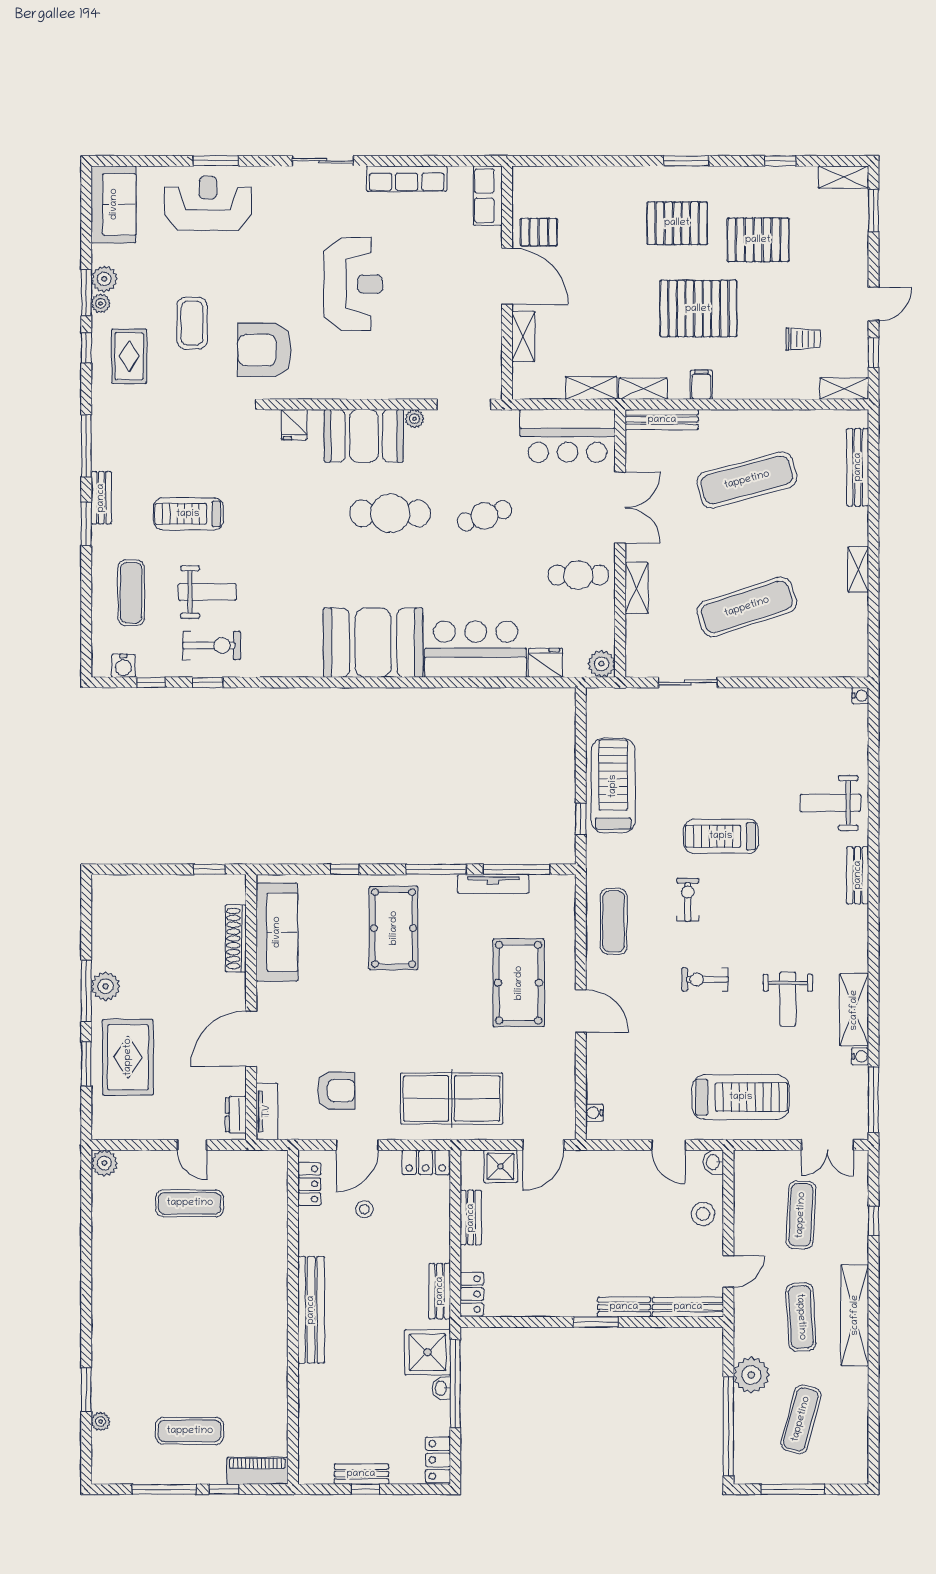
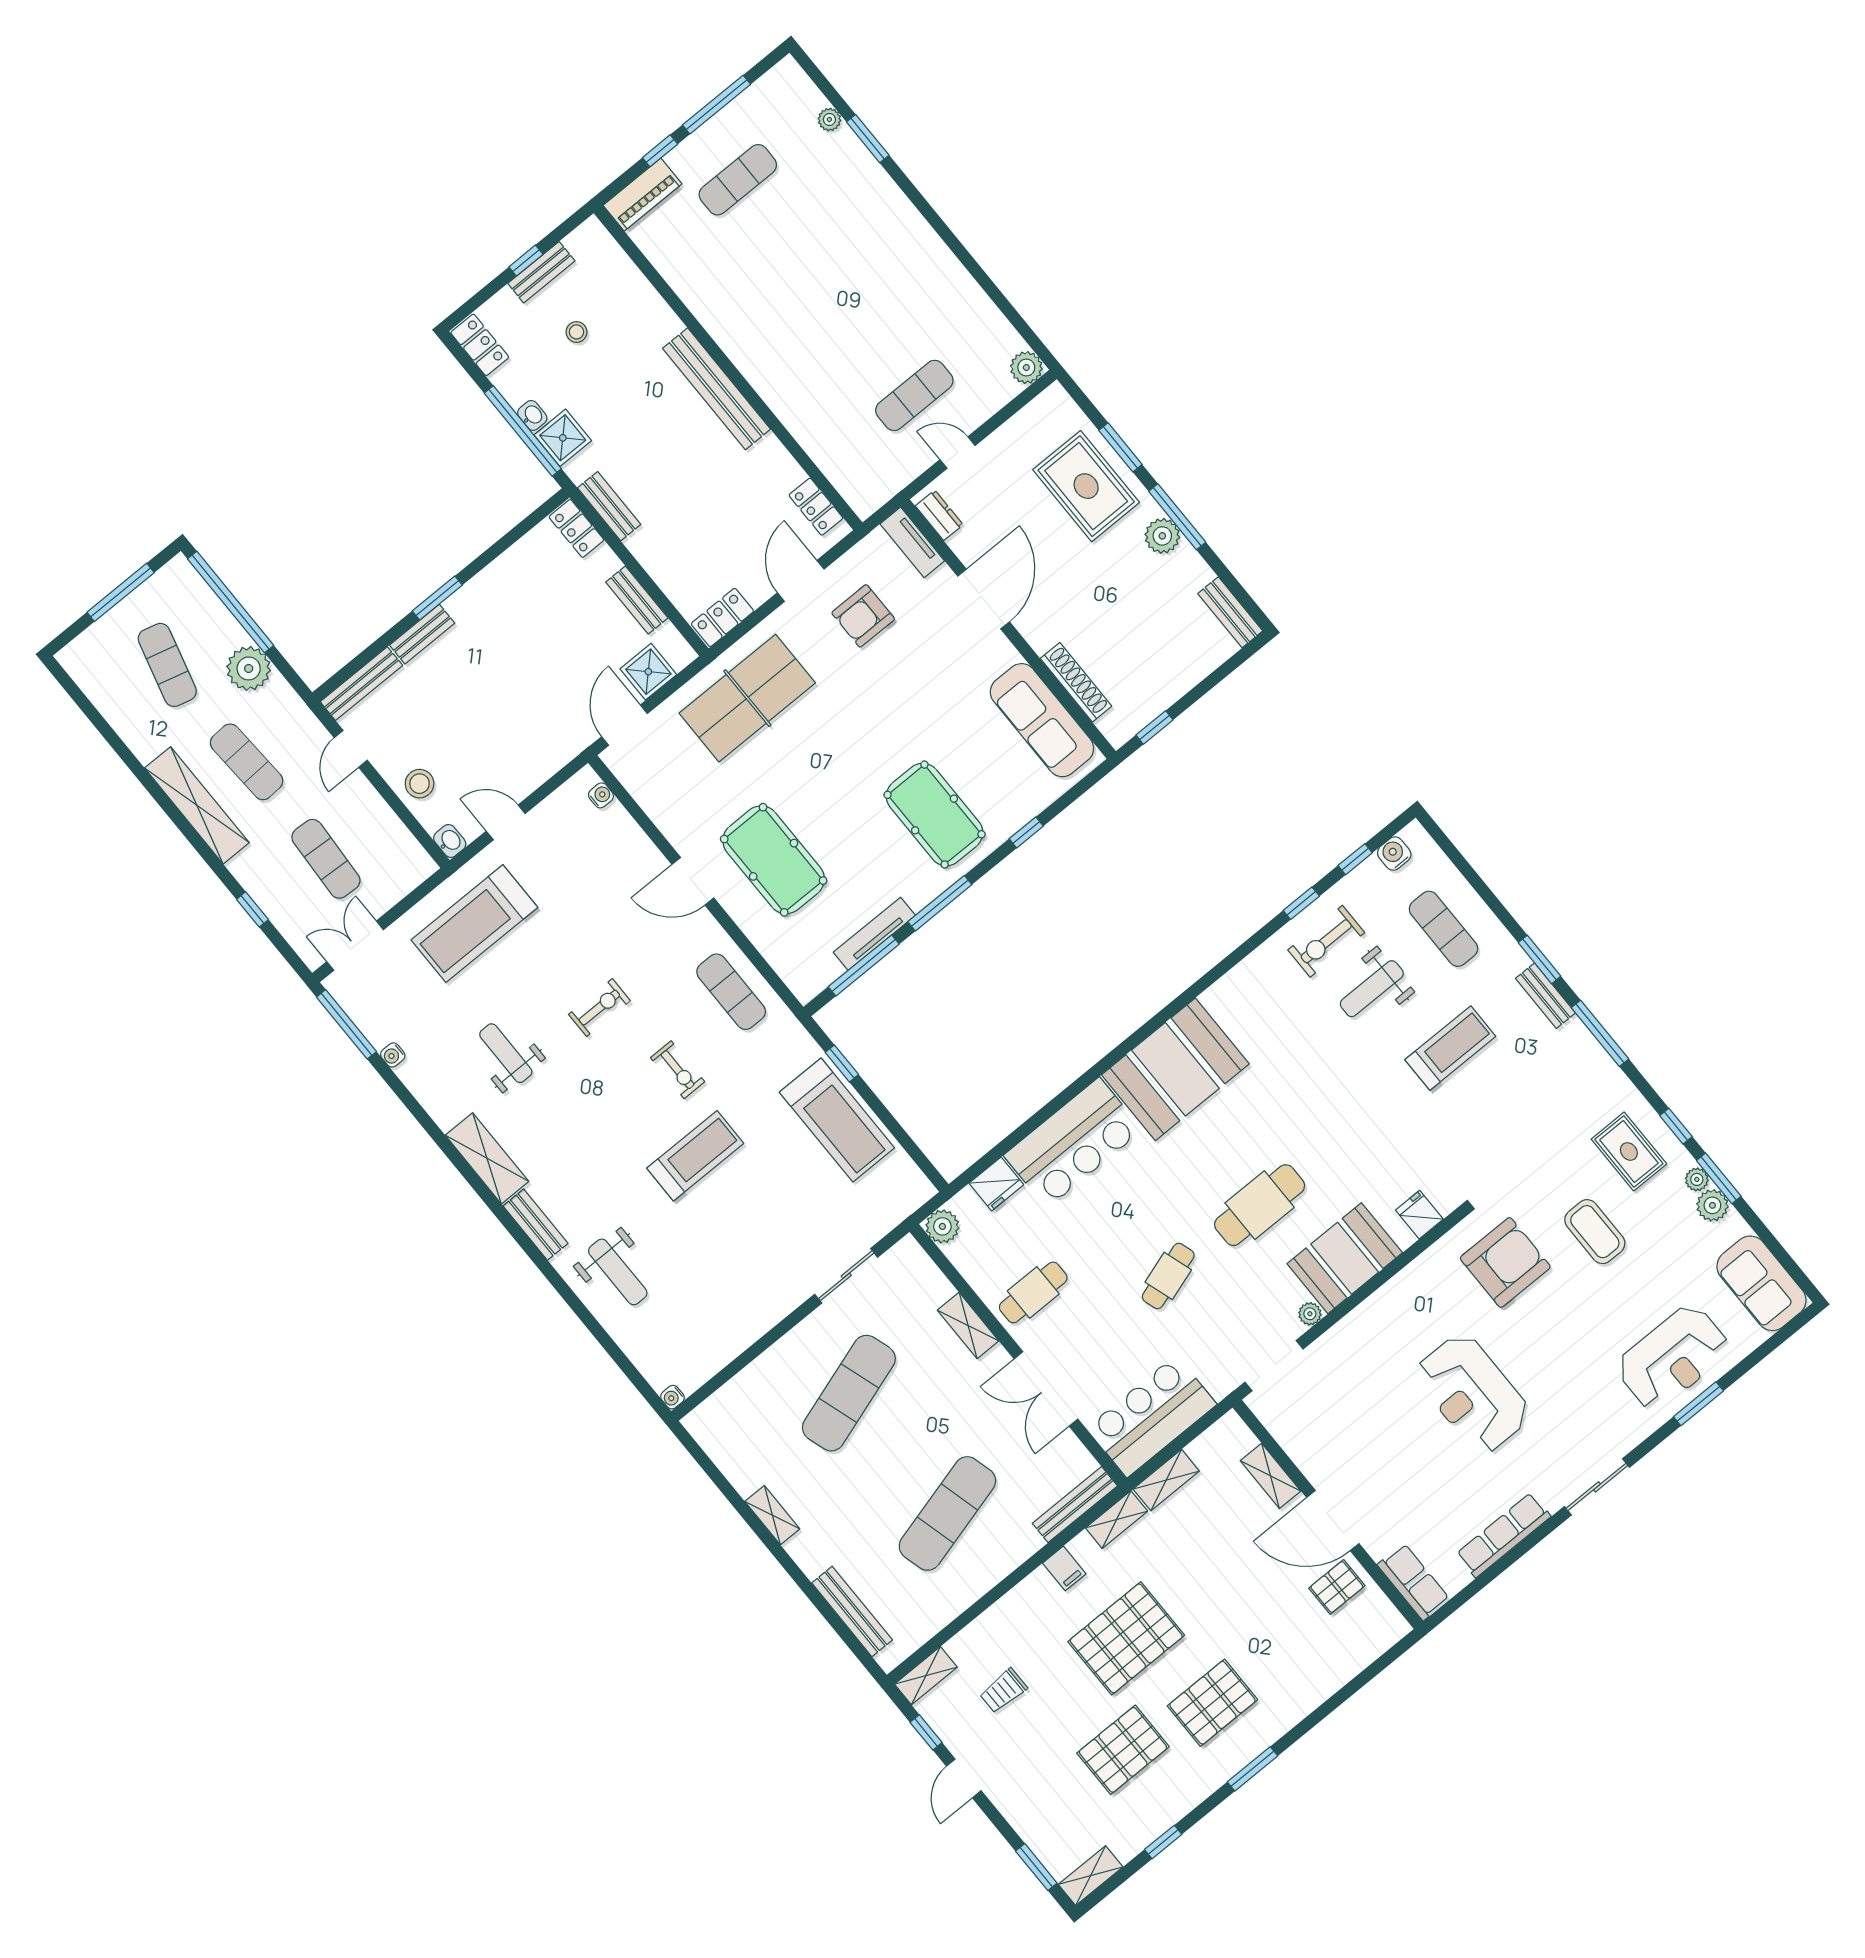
weight bench: (830, 803) -> (618, 1272), turned 90
bench: (102, 903) -> (1230, 612), added
shelving: (854, 1010) -> (487, 1158), moved
stool: (364, 1209) -> (576, 332), moved
shower: (428, 1352) -> (563, 438), width x0.73, depth x0.73

